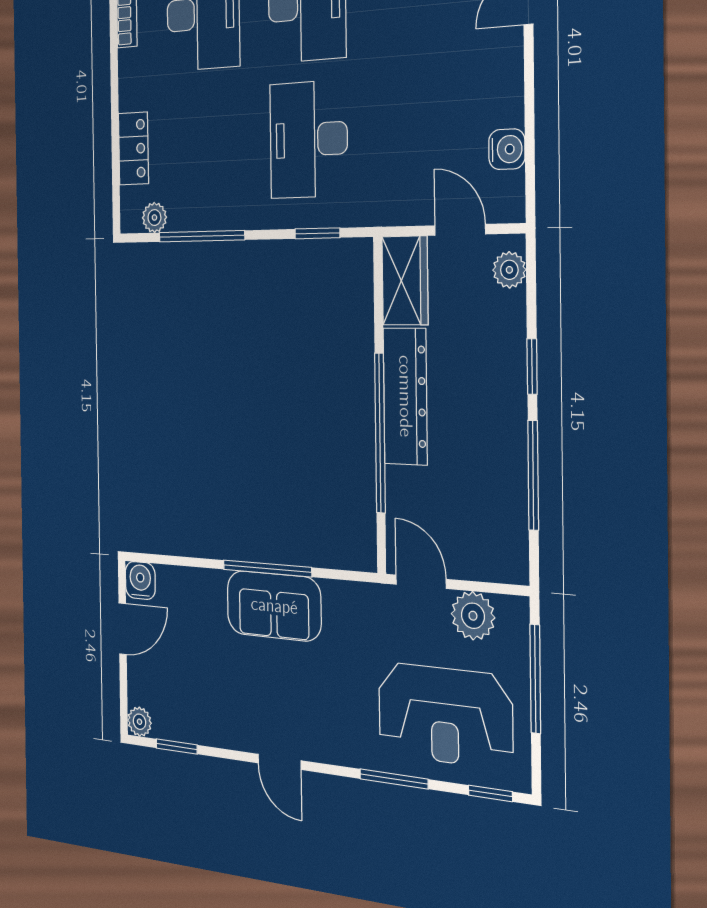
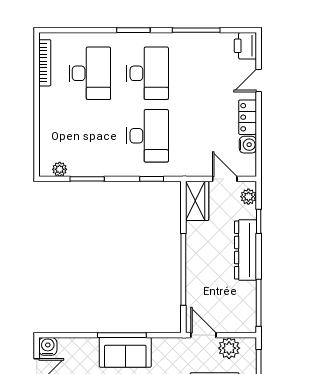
desk: (308, 140) -> (148, 136), turned 180
locker: (133, 149) -> (248, 117), moved, turned 180
window: (202, 236) -> (87, 179), width x0.69
window: (532, 366) -> (259, 221), moved
dresser: (405, 396) -> (246, 250), moved, turned 180
window: (533, 475) -> (259, 303), moved

